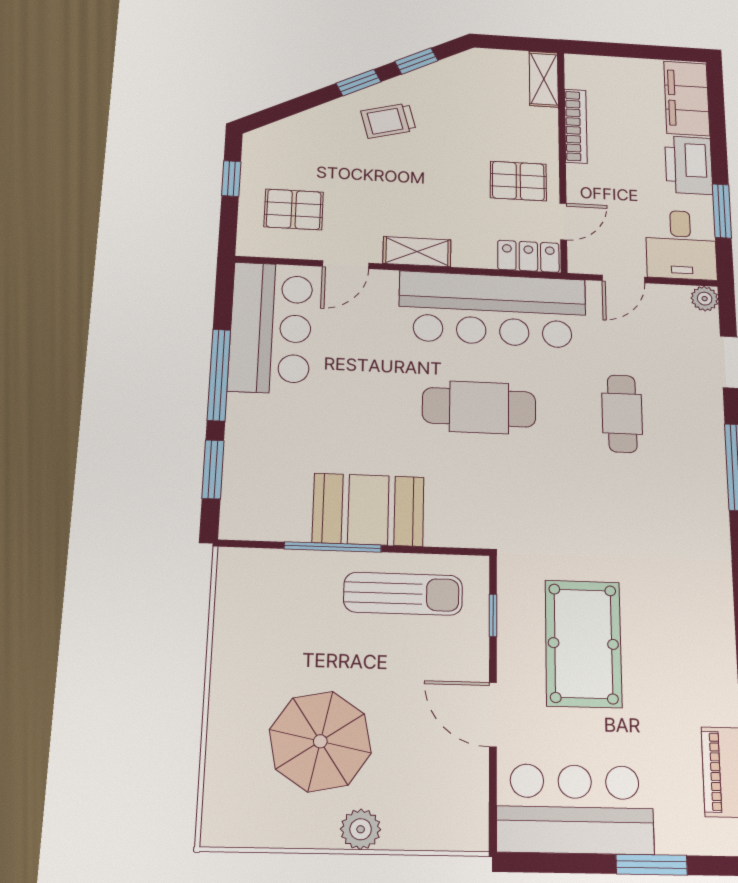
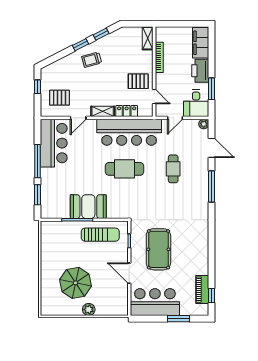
door: (563, 222) -> (154, 97), hinge flipped
locker: (528, 256) -> (127, 111), moved

